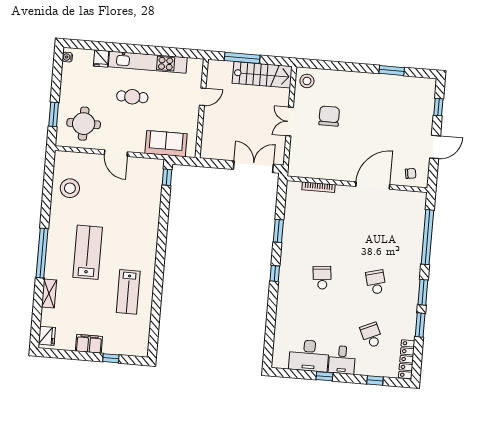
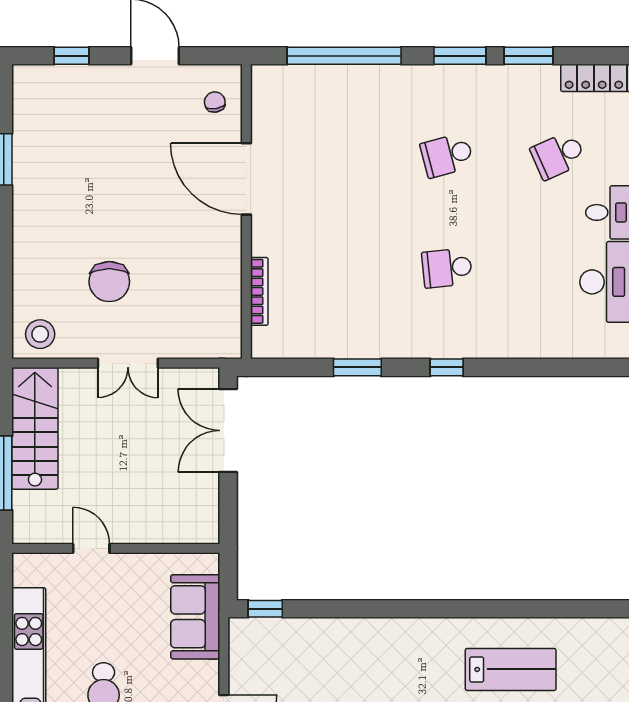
chair: (329, 116) -> (109, 282), turned -90

